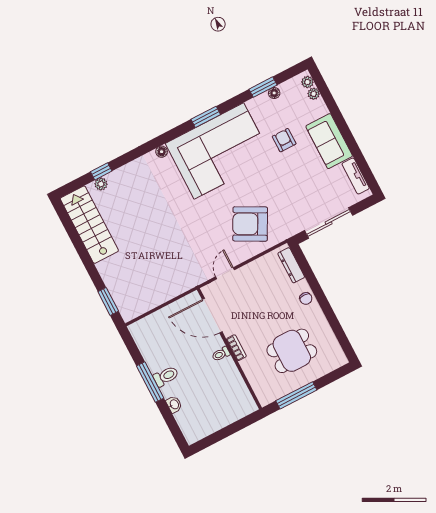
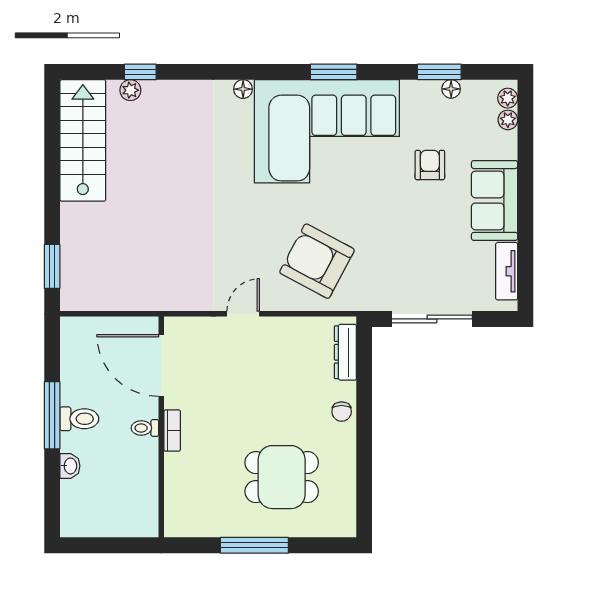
door: (212, 316) -> (161, 365), moved
bookcase: (236, 348) -> (172, 431), moved
wall: (229, 349) -> (161, 427), moved
toilet: (221, 354) -> (145, 428), moved

